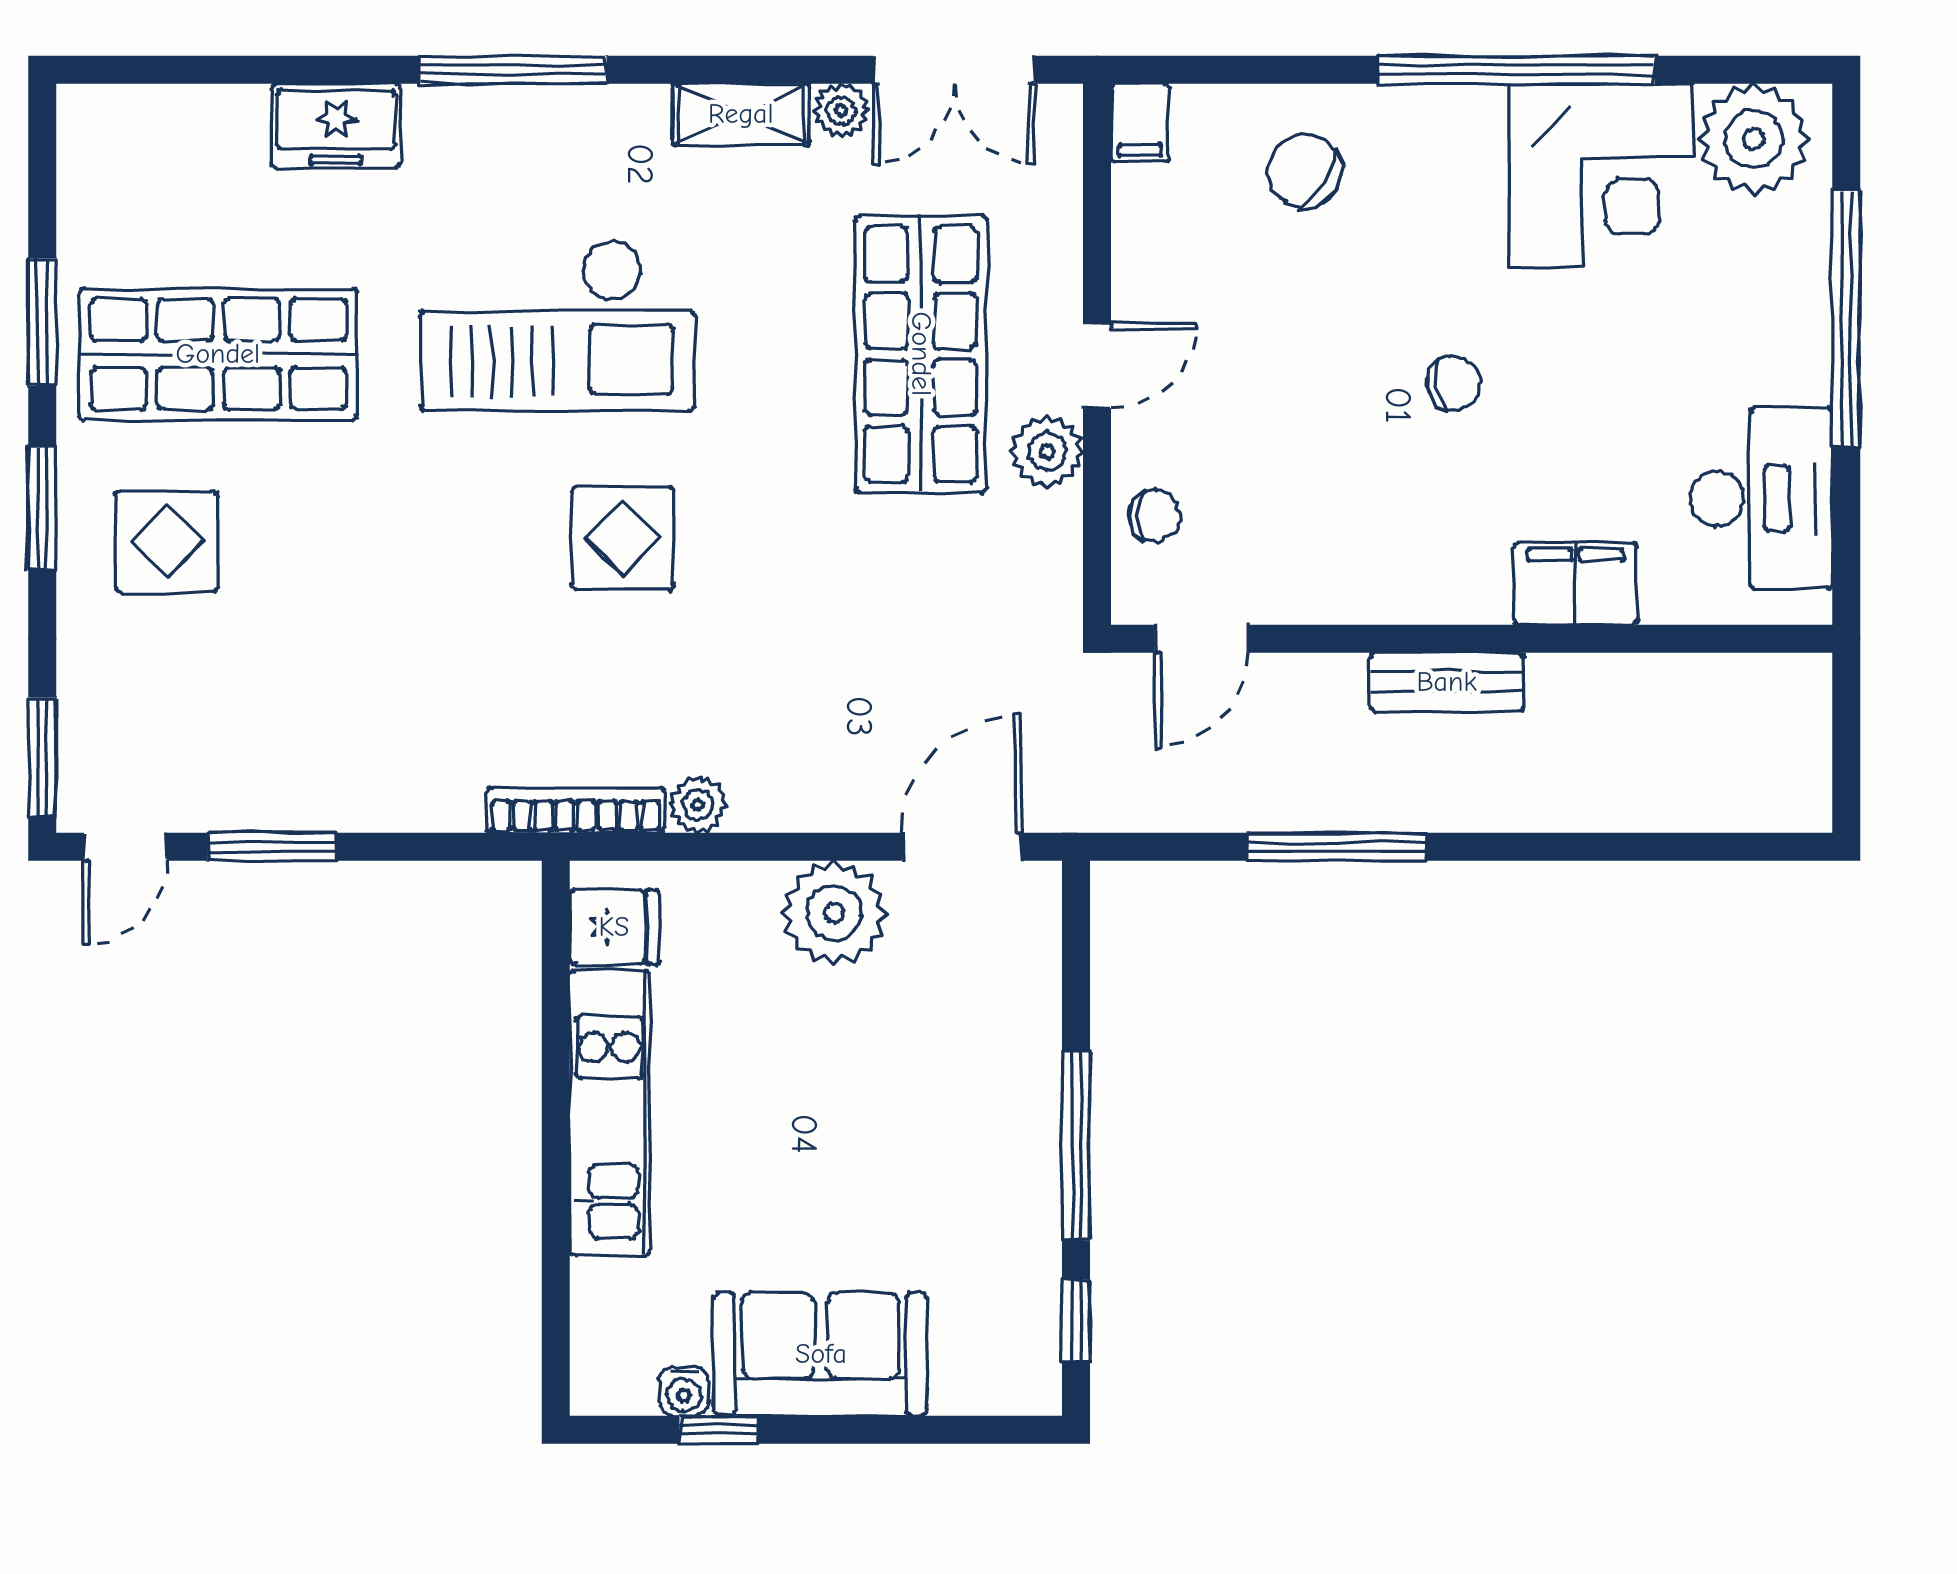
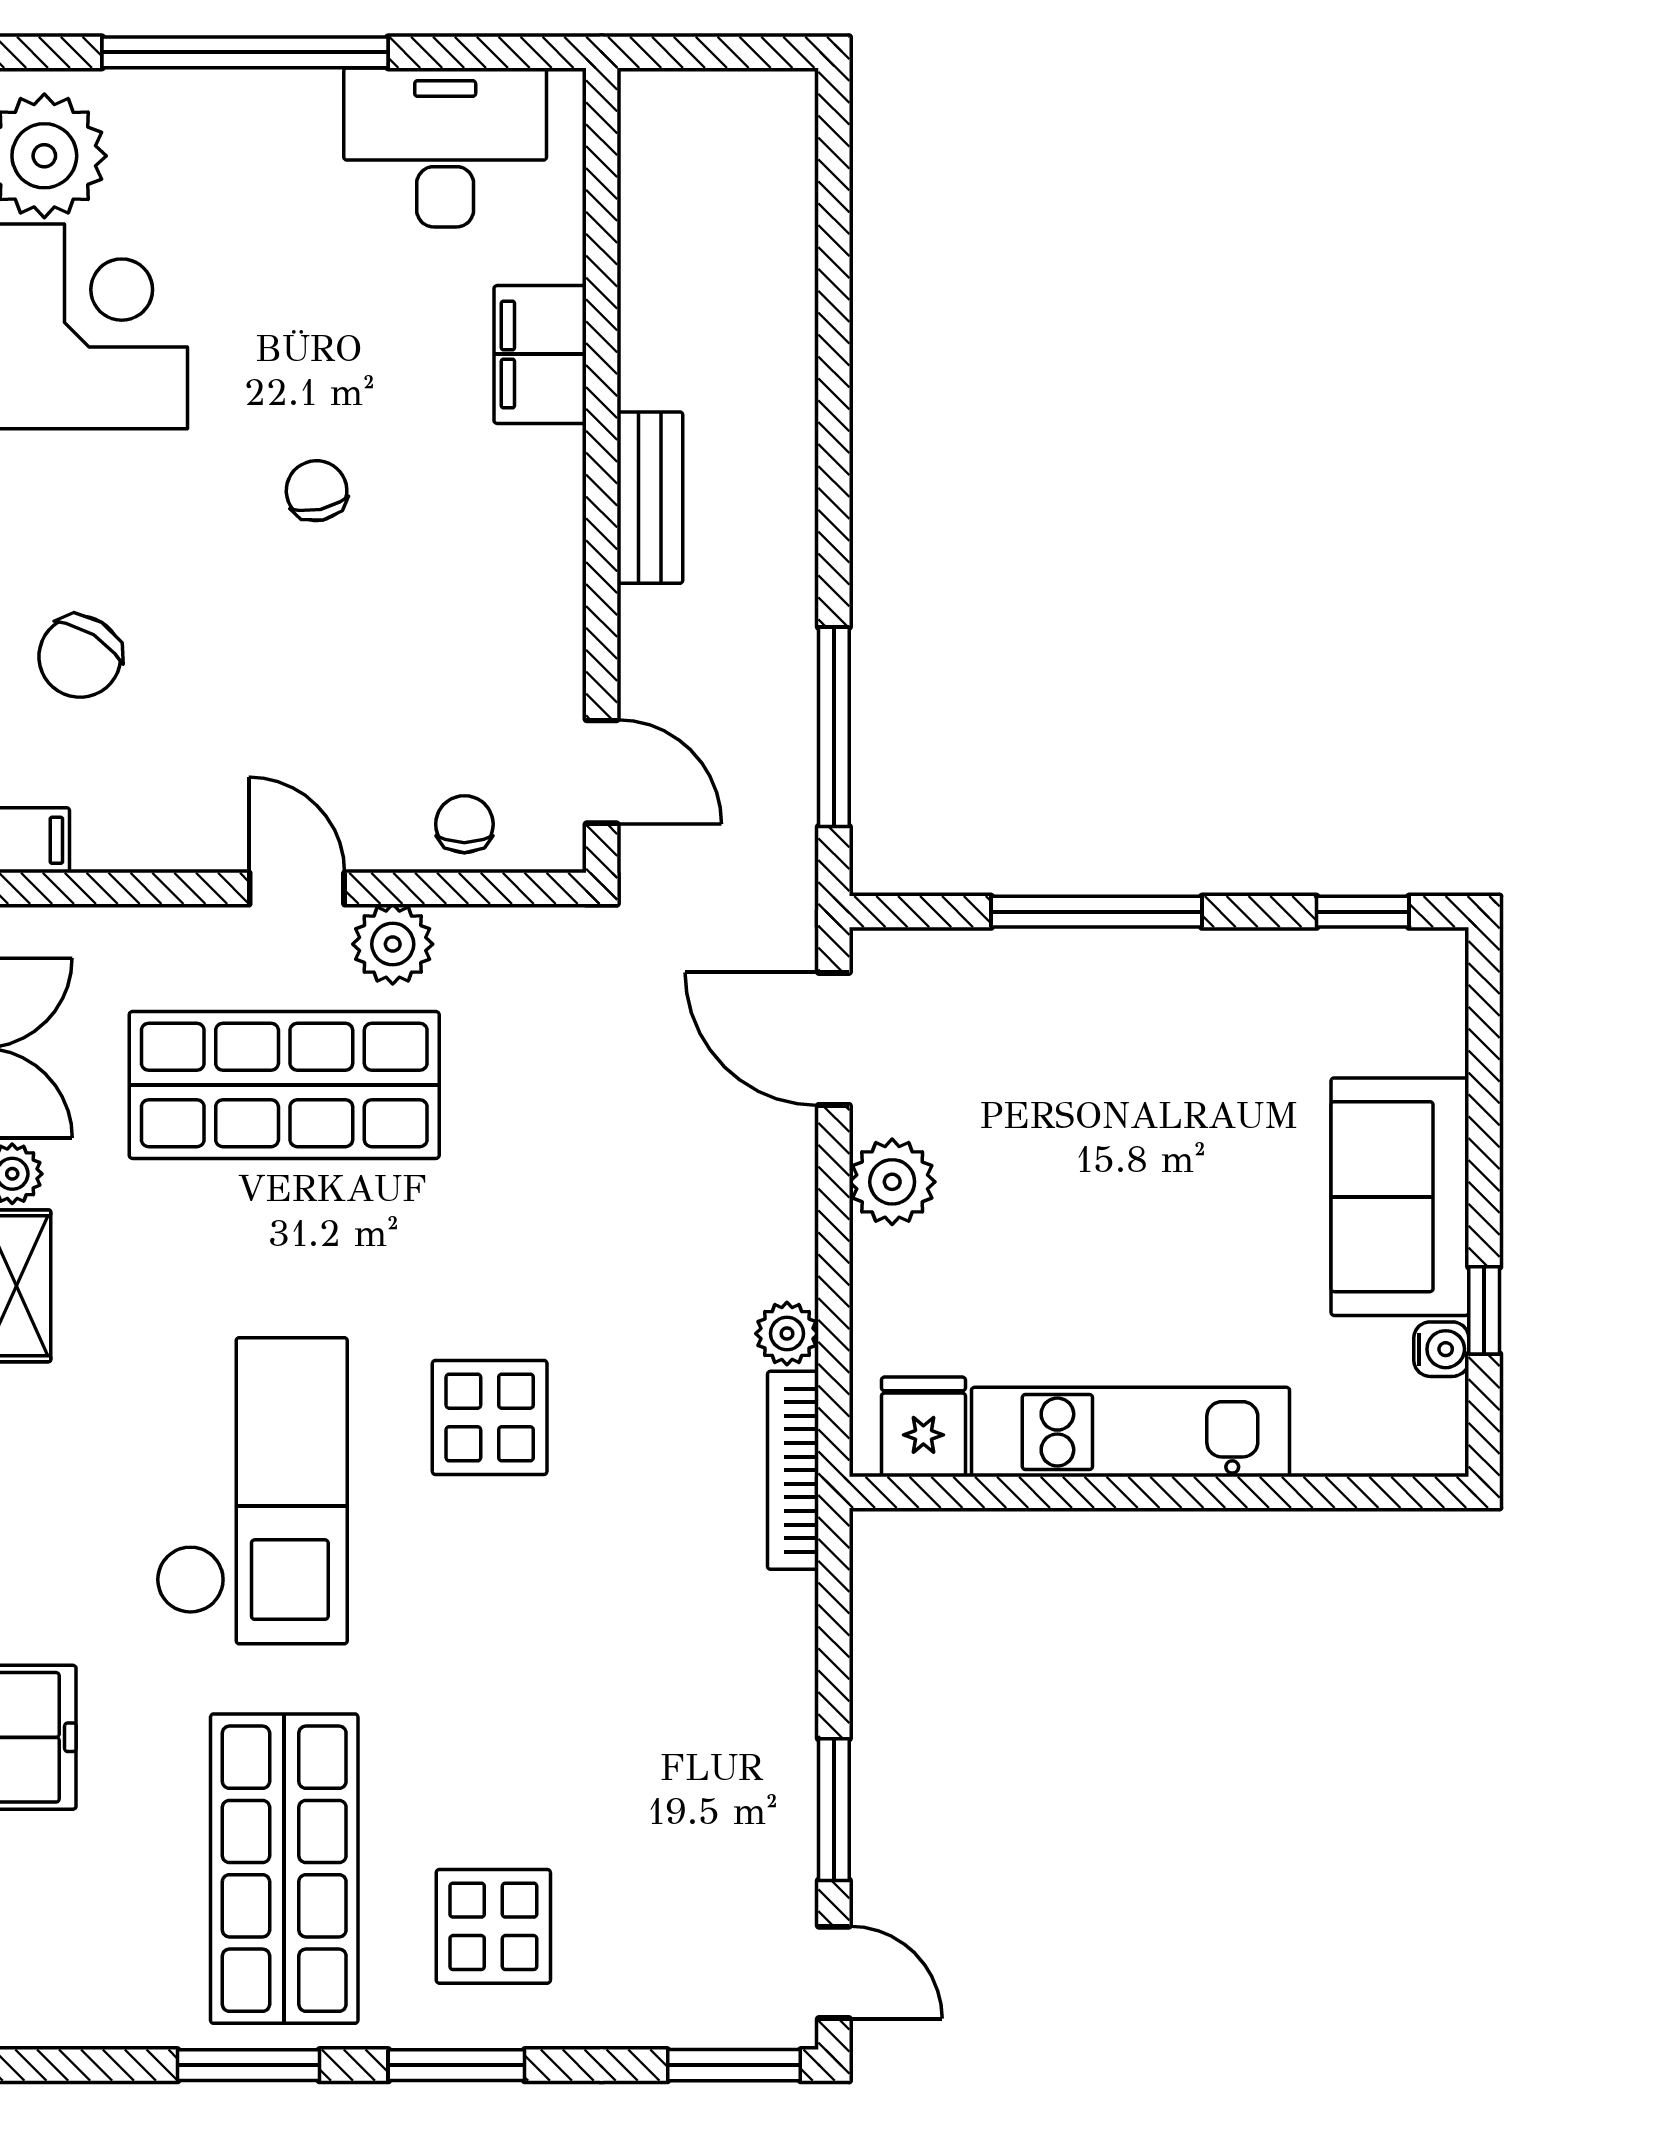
window: (1337, 847) -> (834, 727), moved
plant: (834, 913) -> (892, 1182), width x0.73, depth x0.73
window: (1076, 1146) -> (1096, 912), moved

